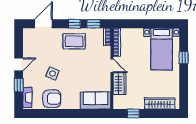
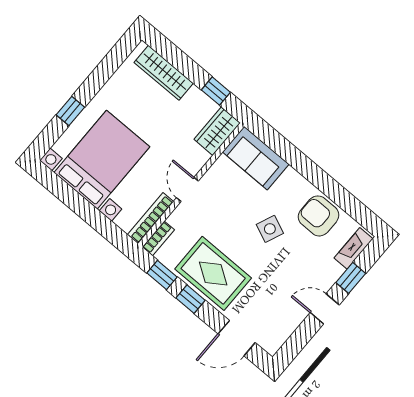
rug: (74, 41) -> (213, 273), width x1.36, depth x1.43
bed with nightstands: (162, 49) -> (102, 160), width x1.36
side table: (53, 74) -> (270, 229), moved
wardrobe: (120, 84) -> (217, 131), moved

